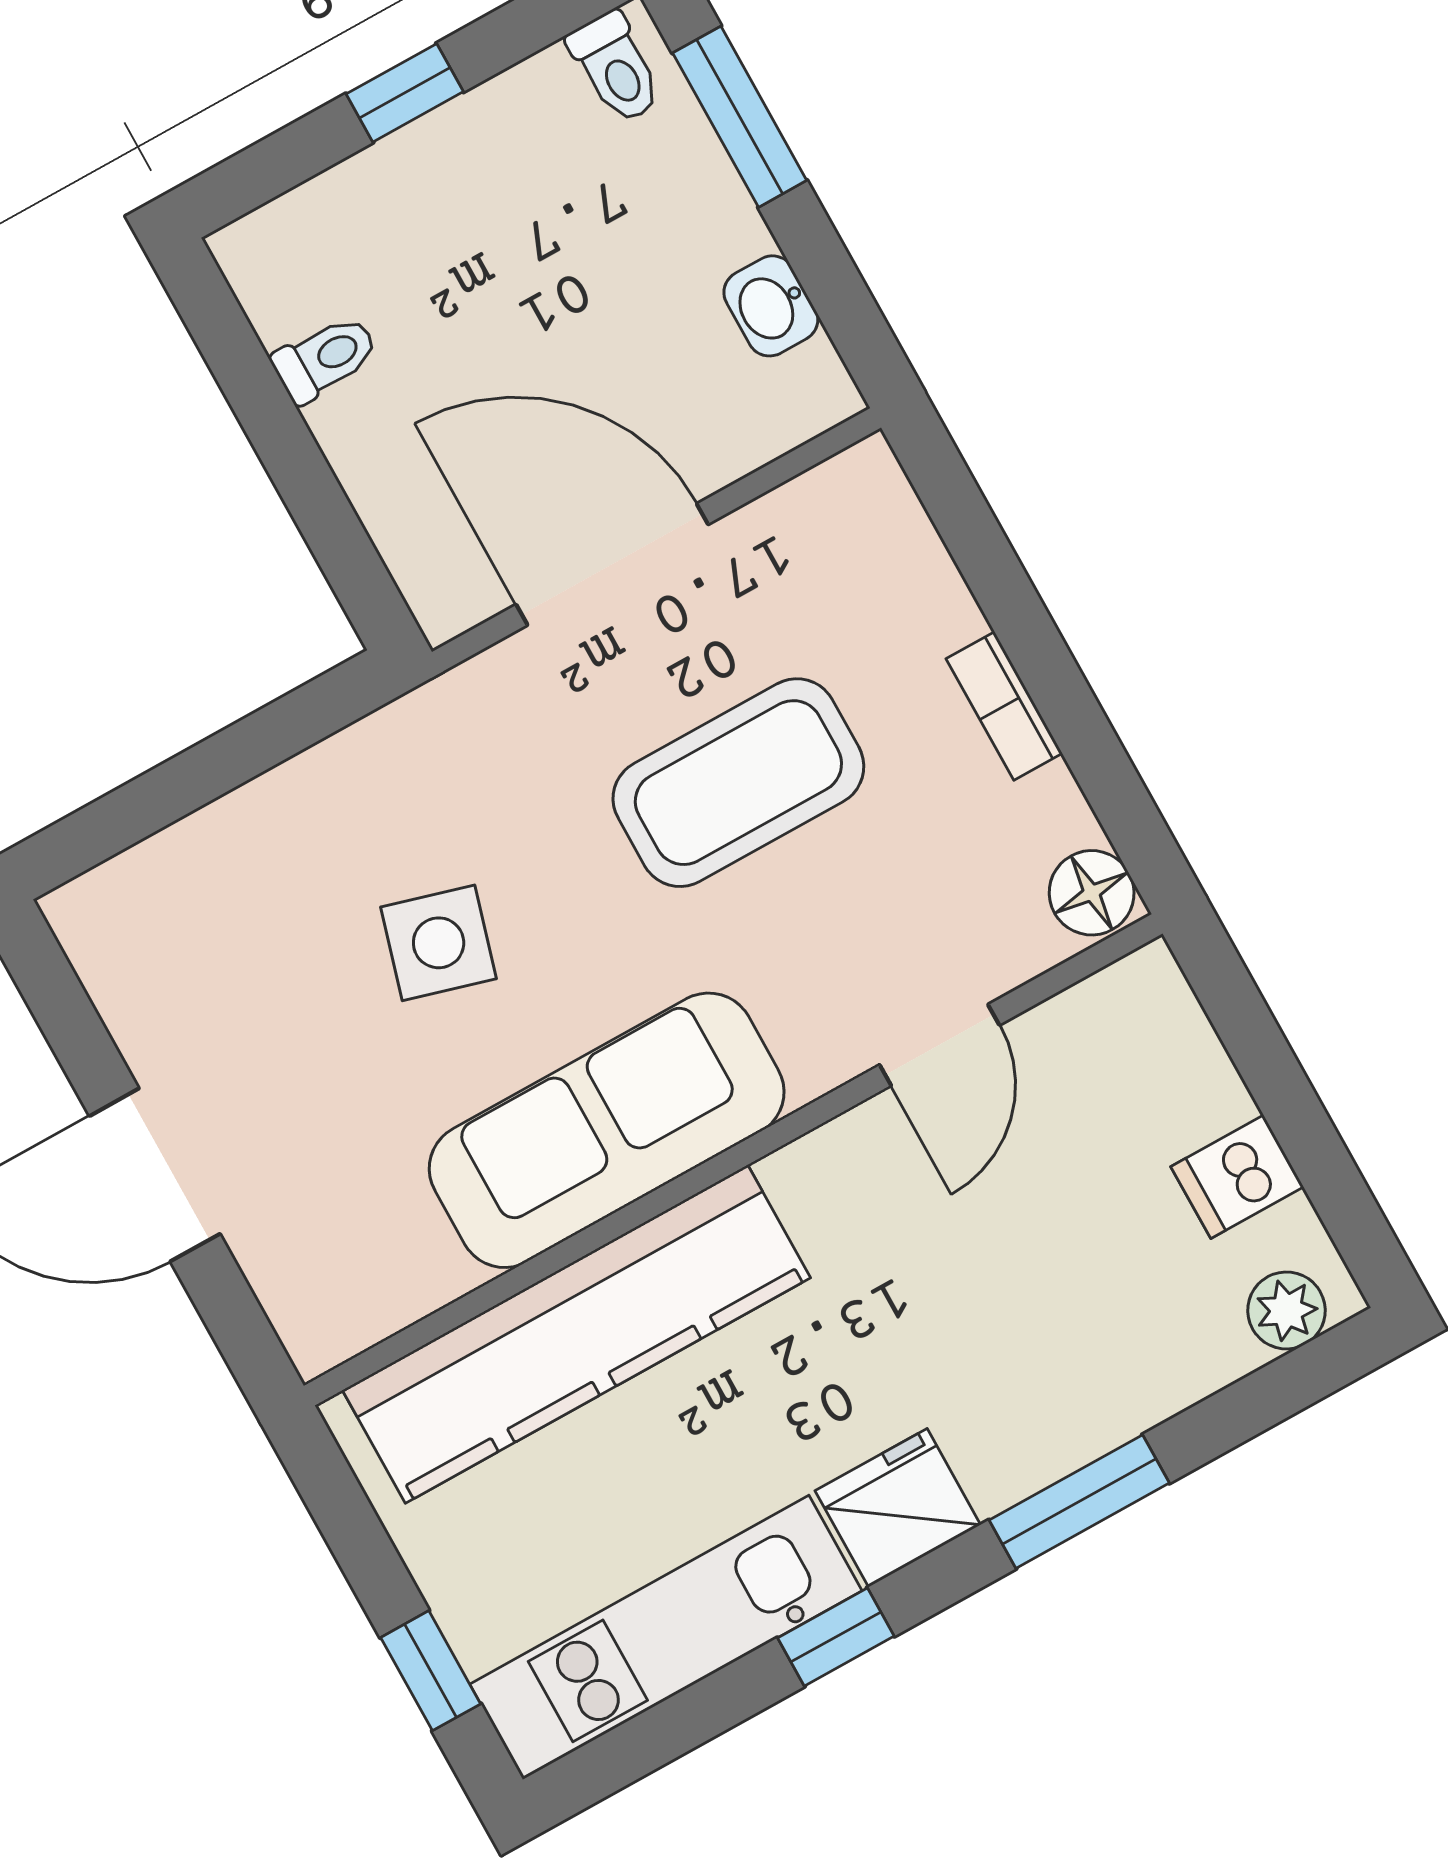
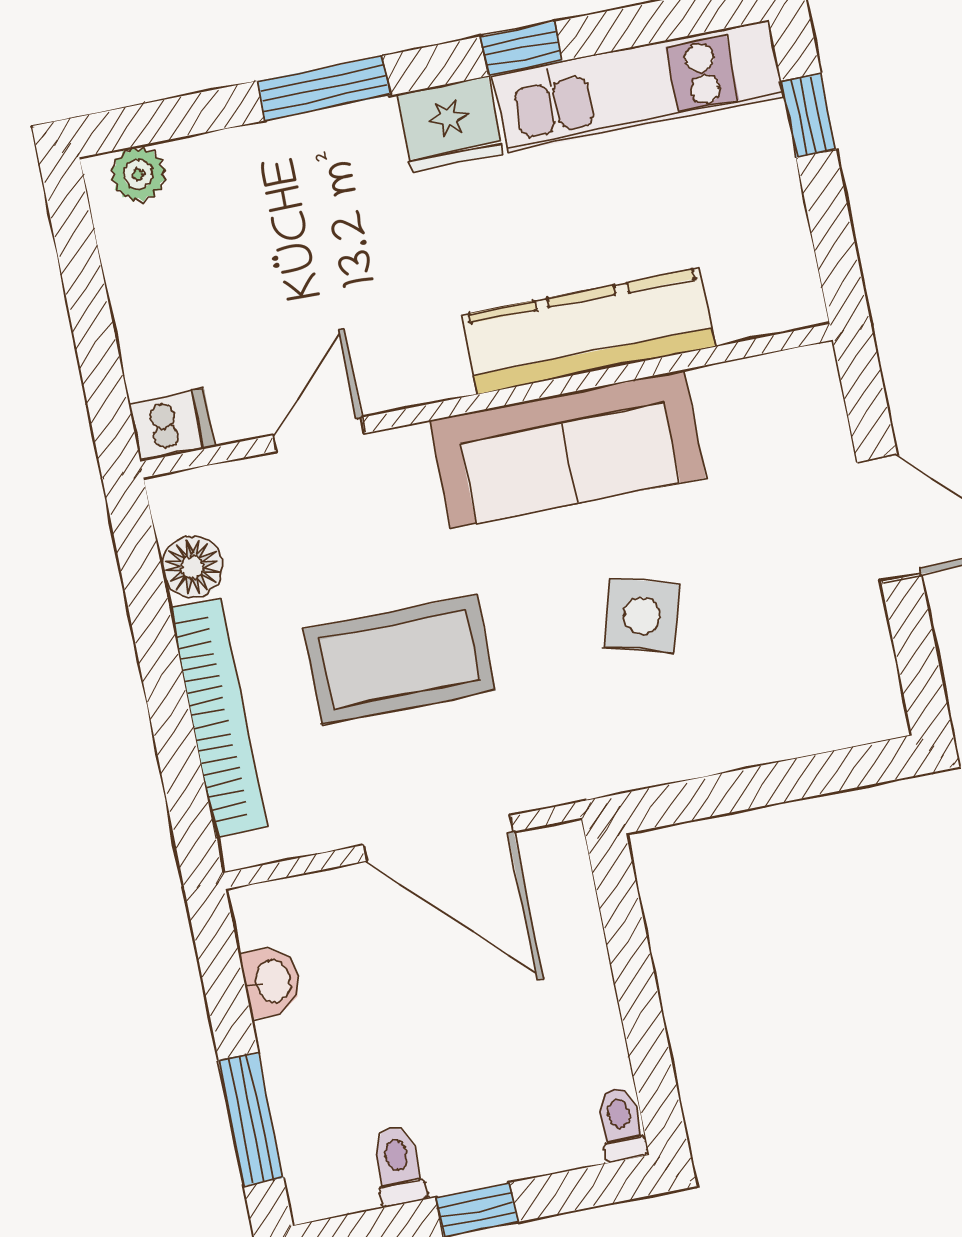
toilet: (616, 68) -> (398, 1166), moved
toilet: (325, 358) -> (621, 1124), moved, turned 90
bookcase: (1004, 706) -> (218, 718), width x2.31, depth x1.31
floor lamp: (1092, 893) -> (192, 567), moved
dishwasher: (1237, 1177) -> (172, 425), moved
kitchen counter: (576, 1334) -> (588, 331), width x0.72, depth x0.86

